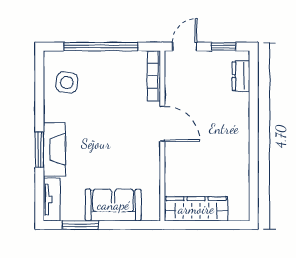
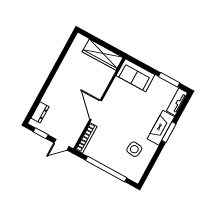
side table: (67, 83) -> (134, 149), moved
sofa: (113, 205) -> (135, 75), moved

